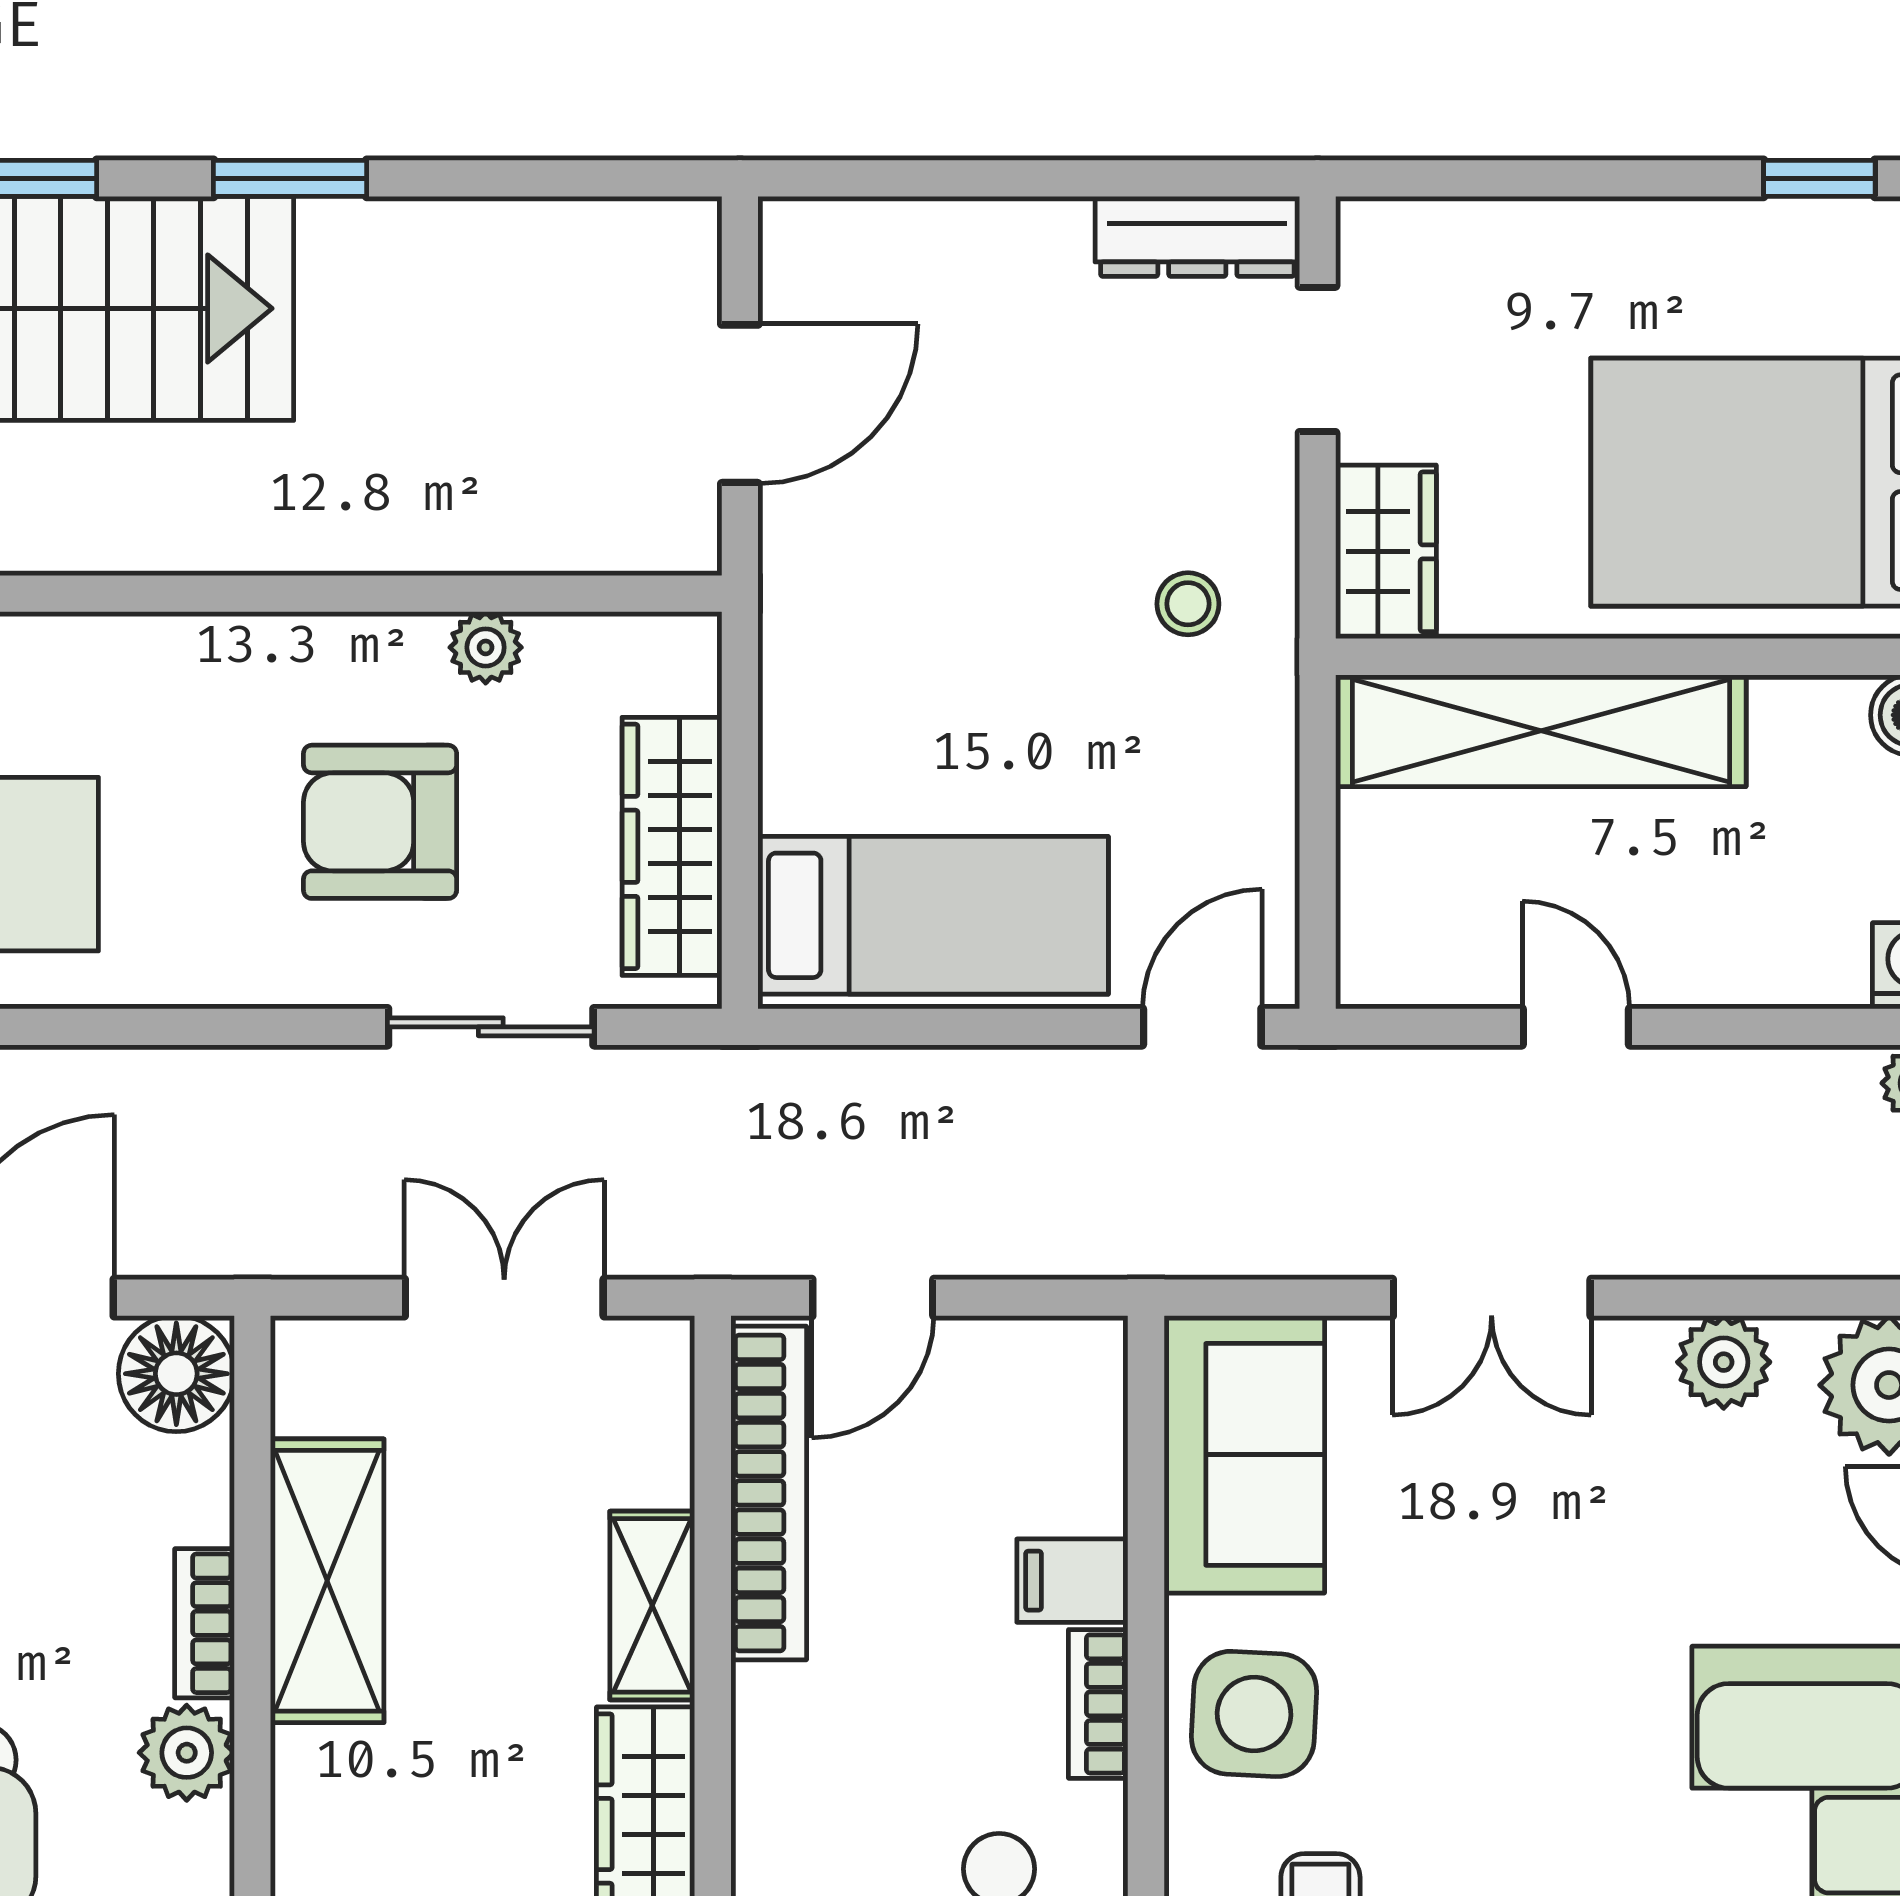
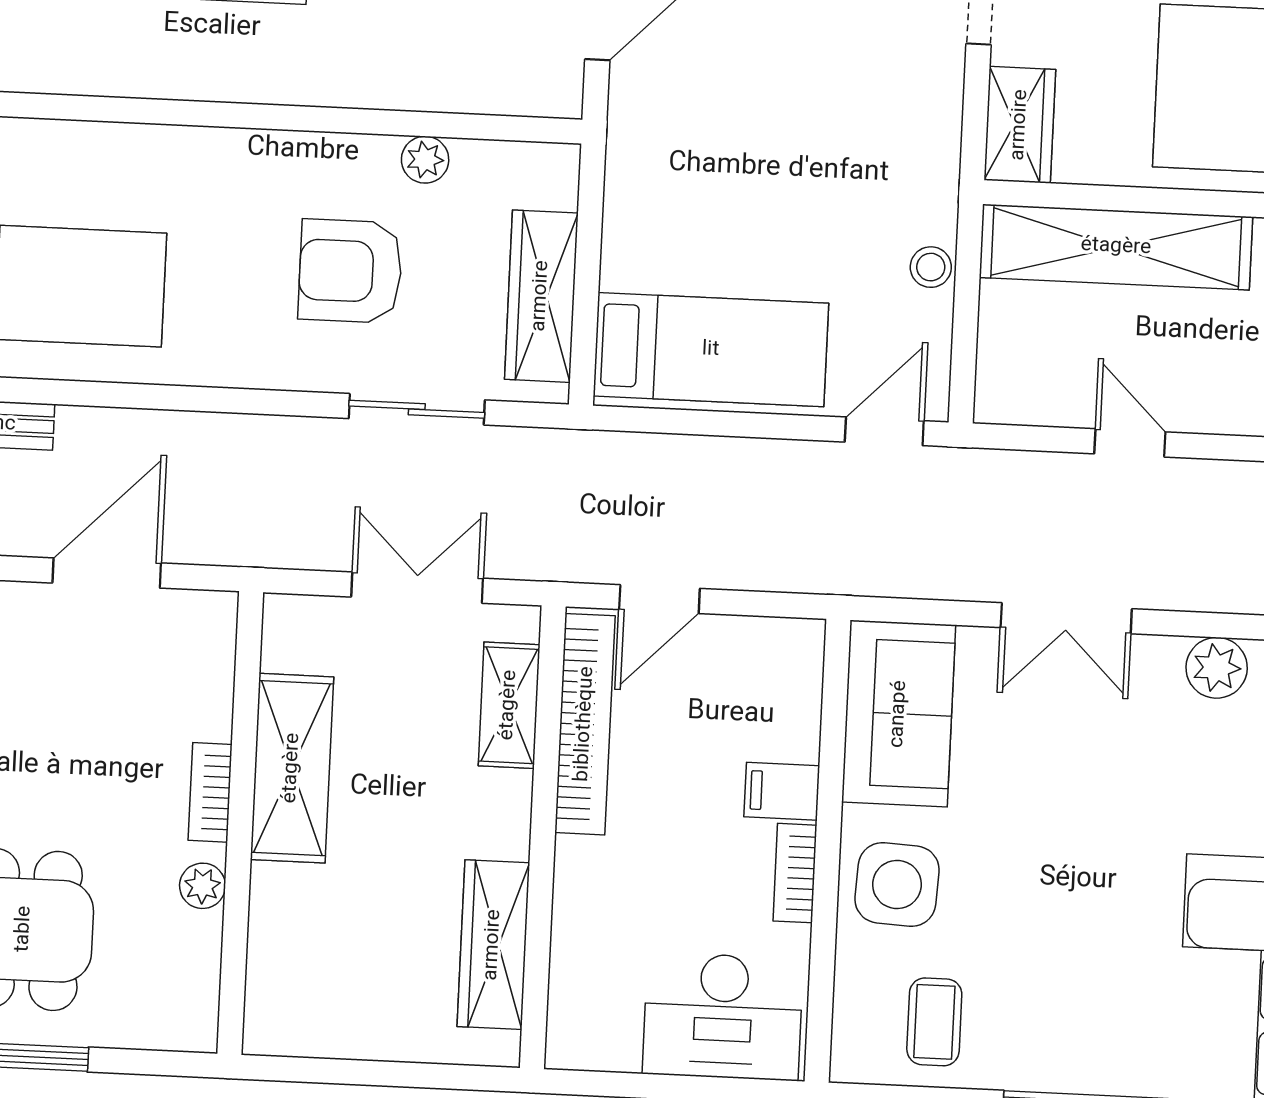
stool: (1188, 604) -> (931, 267), moved
floor lamp: (176, 1374) -> (199, 627), removed
shelving: (652, 1605) -> (509, 705), moved
plant: (187, 1753) -> (203, 886), width x0.73, depth x0.73

